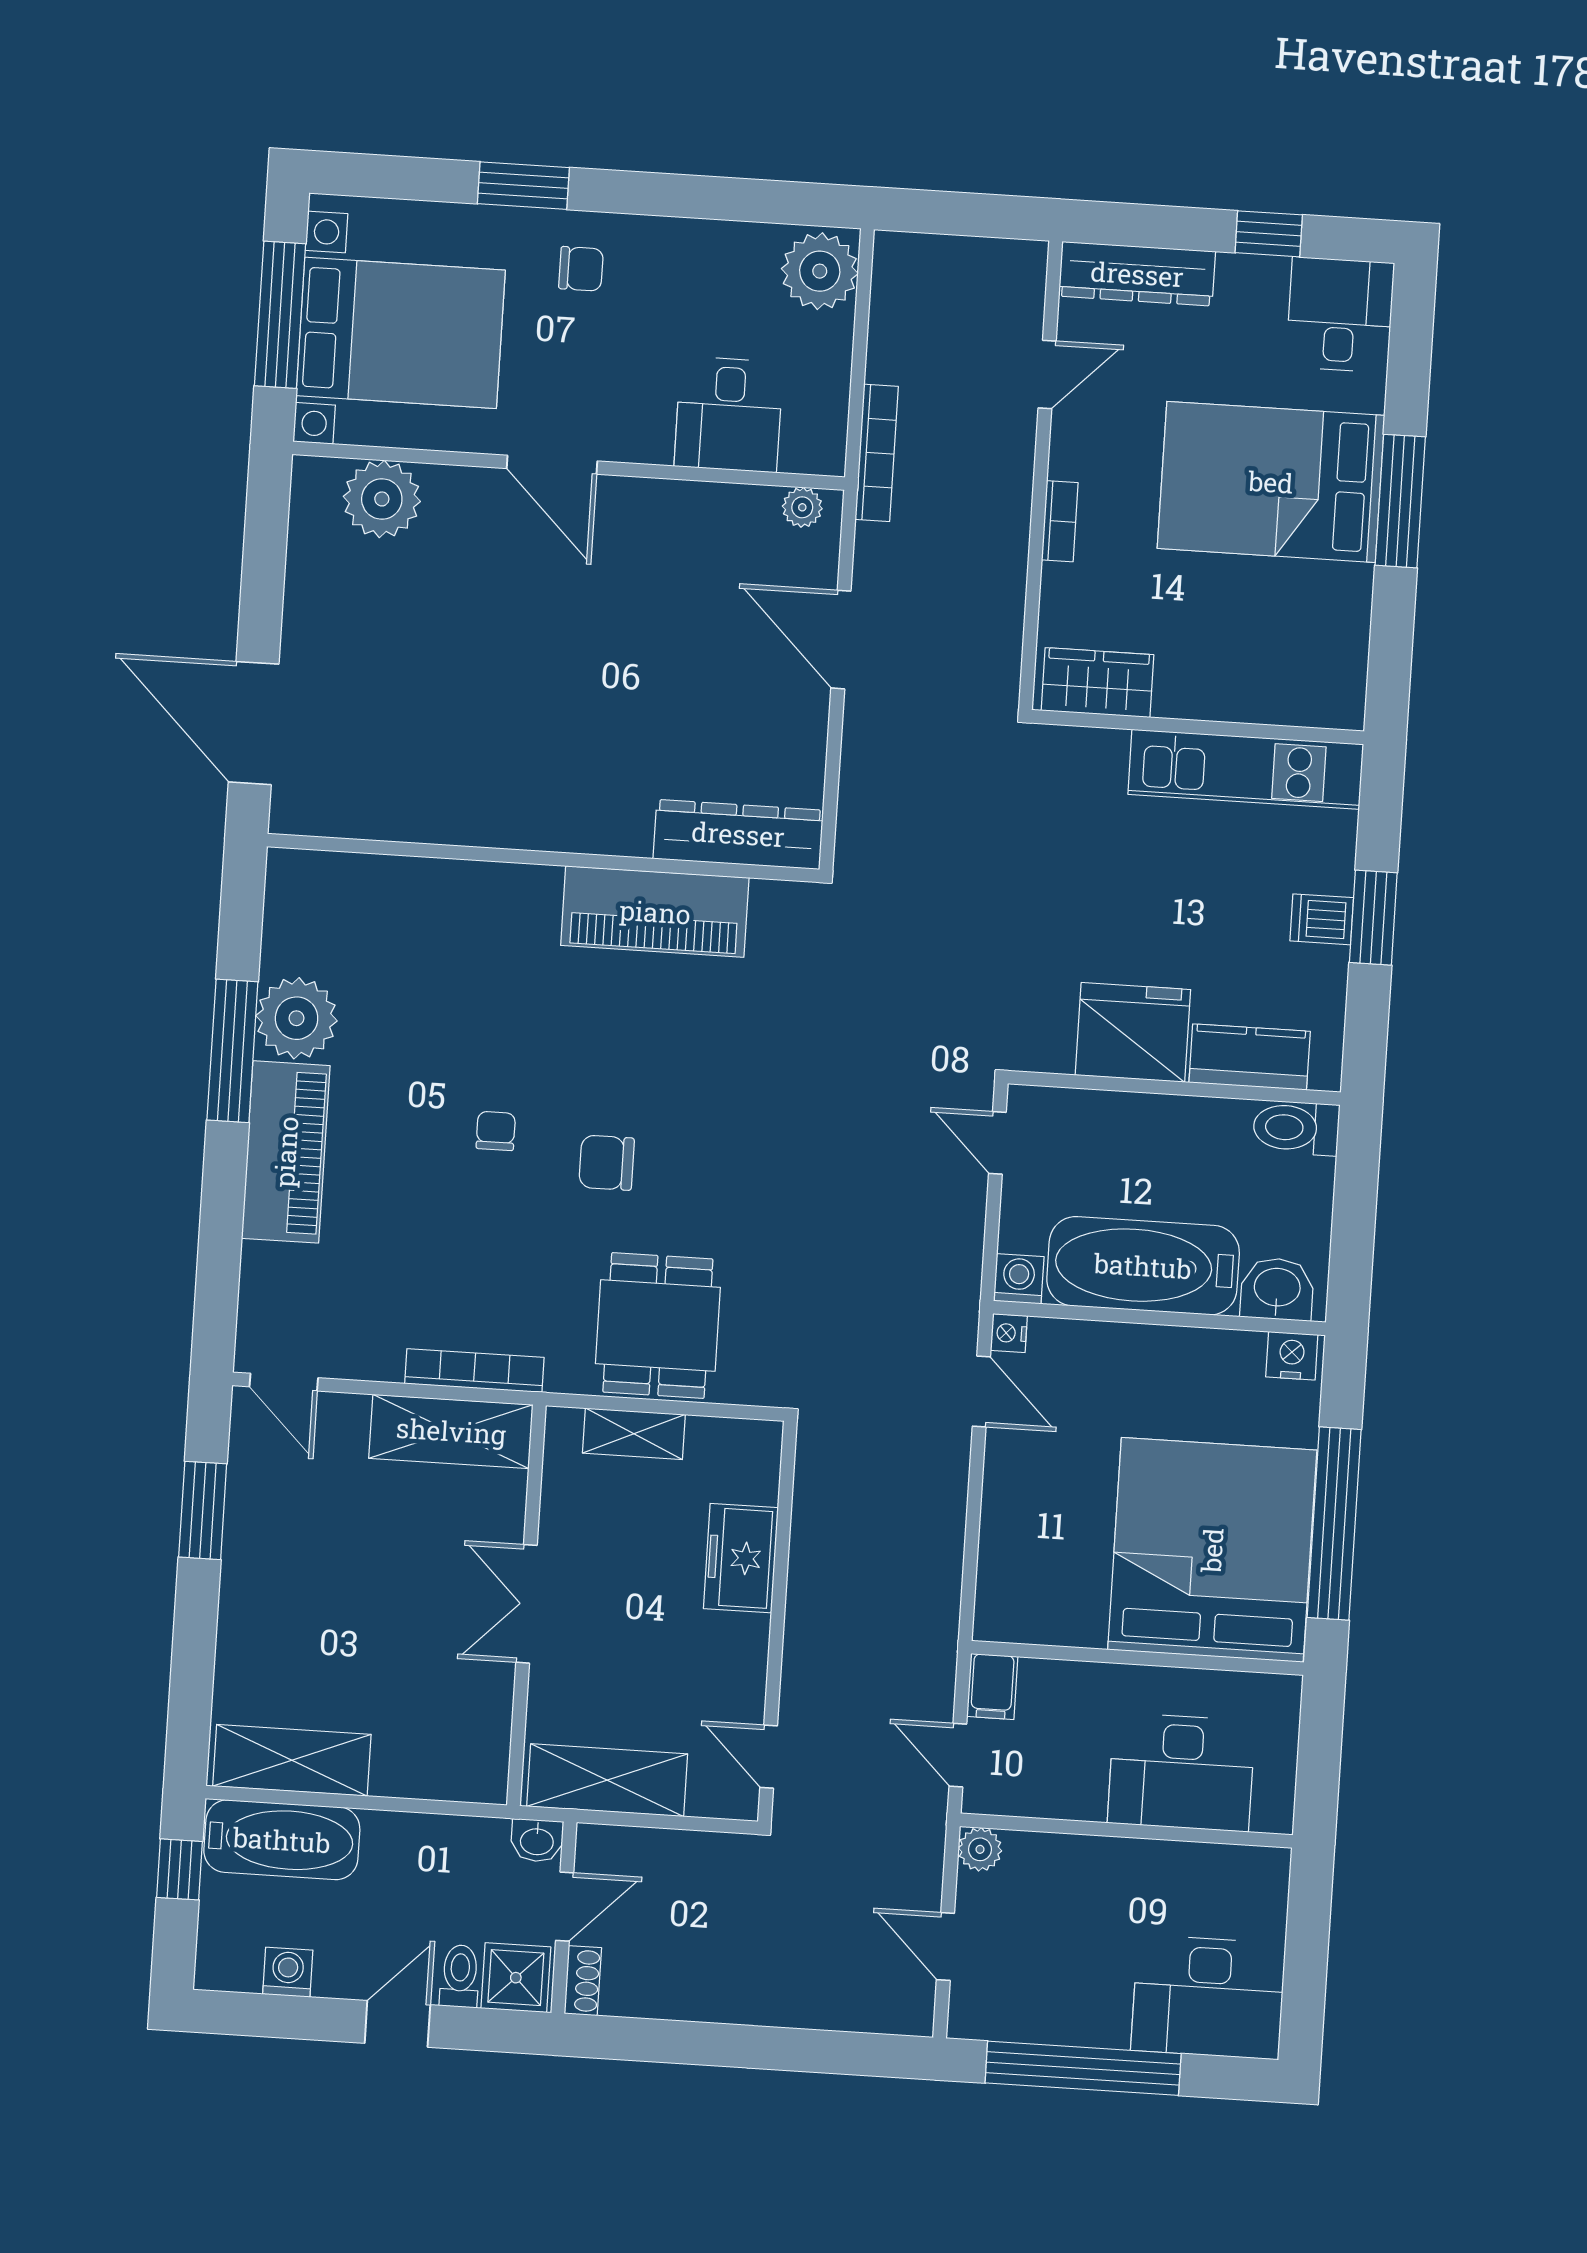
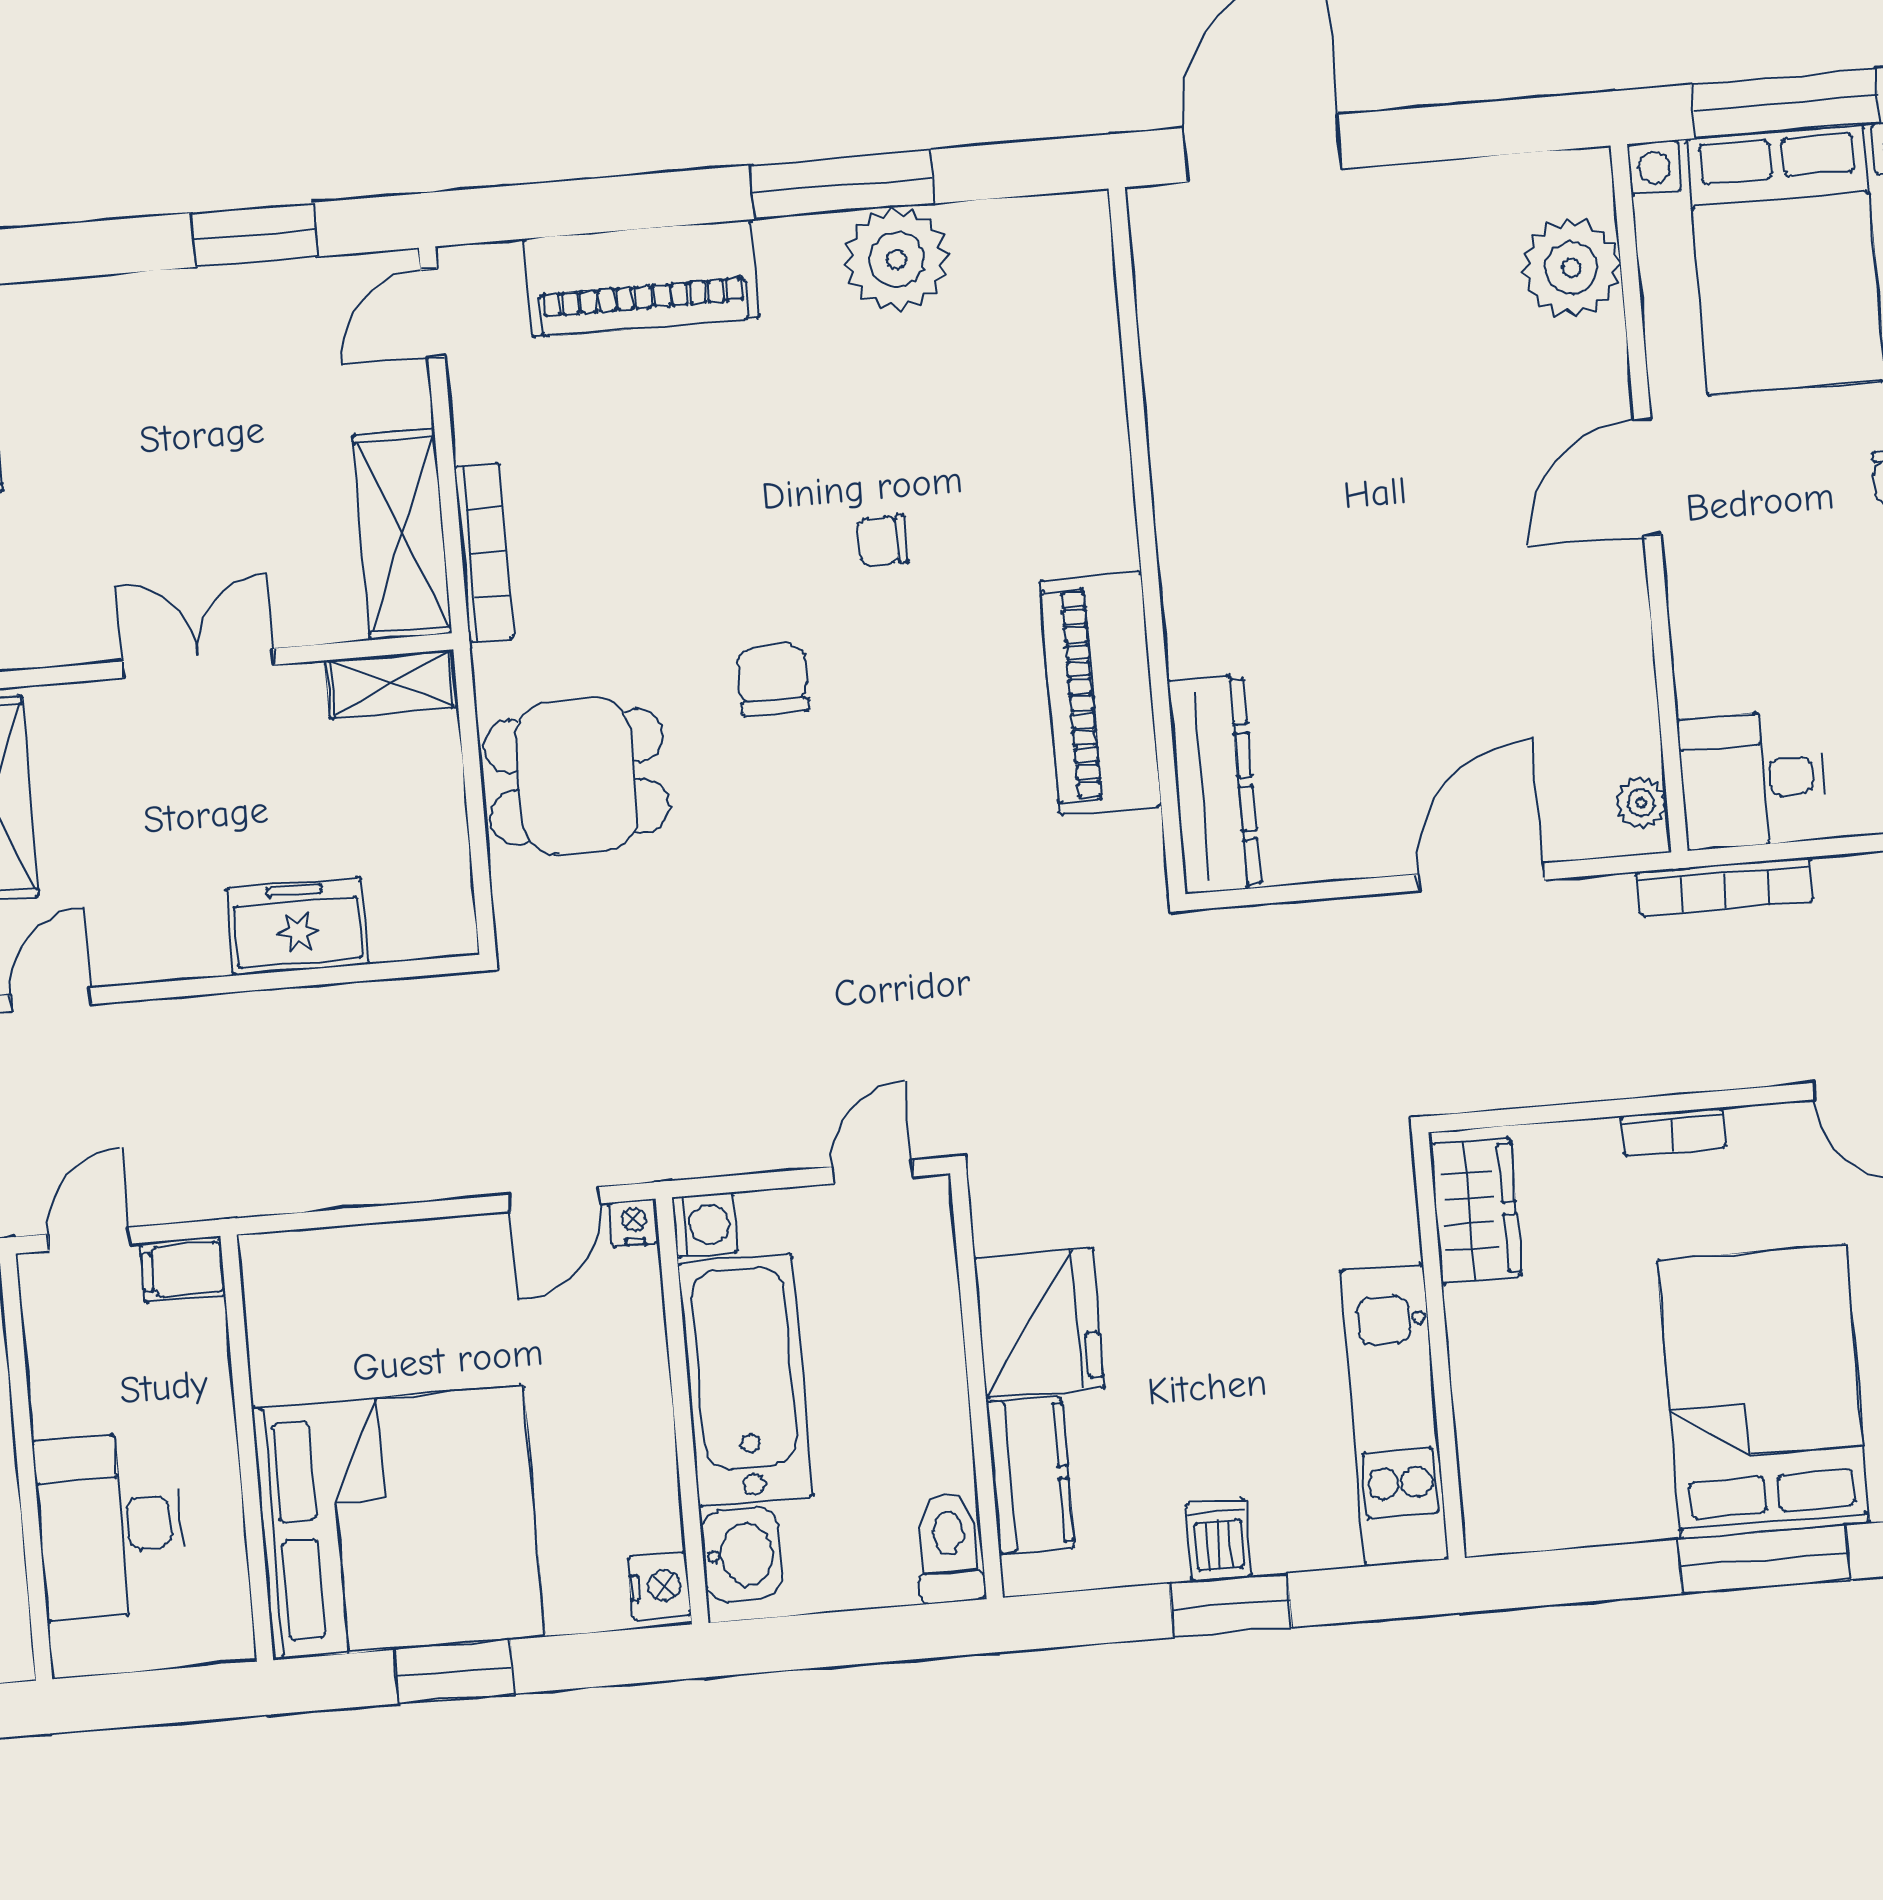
desk: (729, 414) -> (1753, 779), moved
chair: (496, 1131) -> (882, 541), moved, turned 180
piano: (286, 1152) -> (641, 278), moved
shelving: (634, 1434) -> (392, 684), moved, turned 90
window: (1334, 1524) -> (455, 1672), width x0.47

